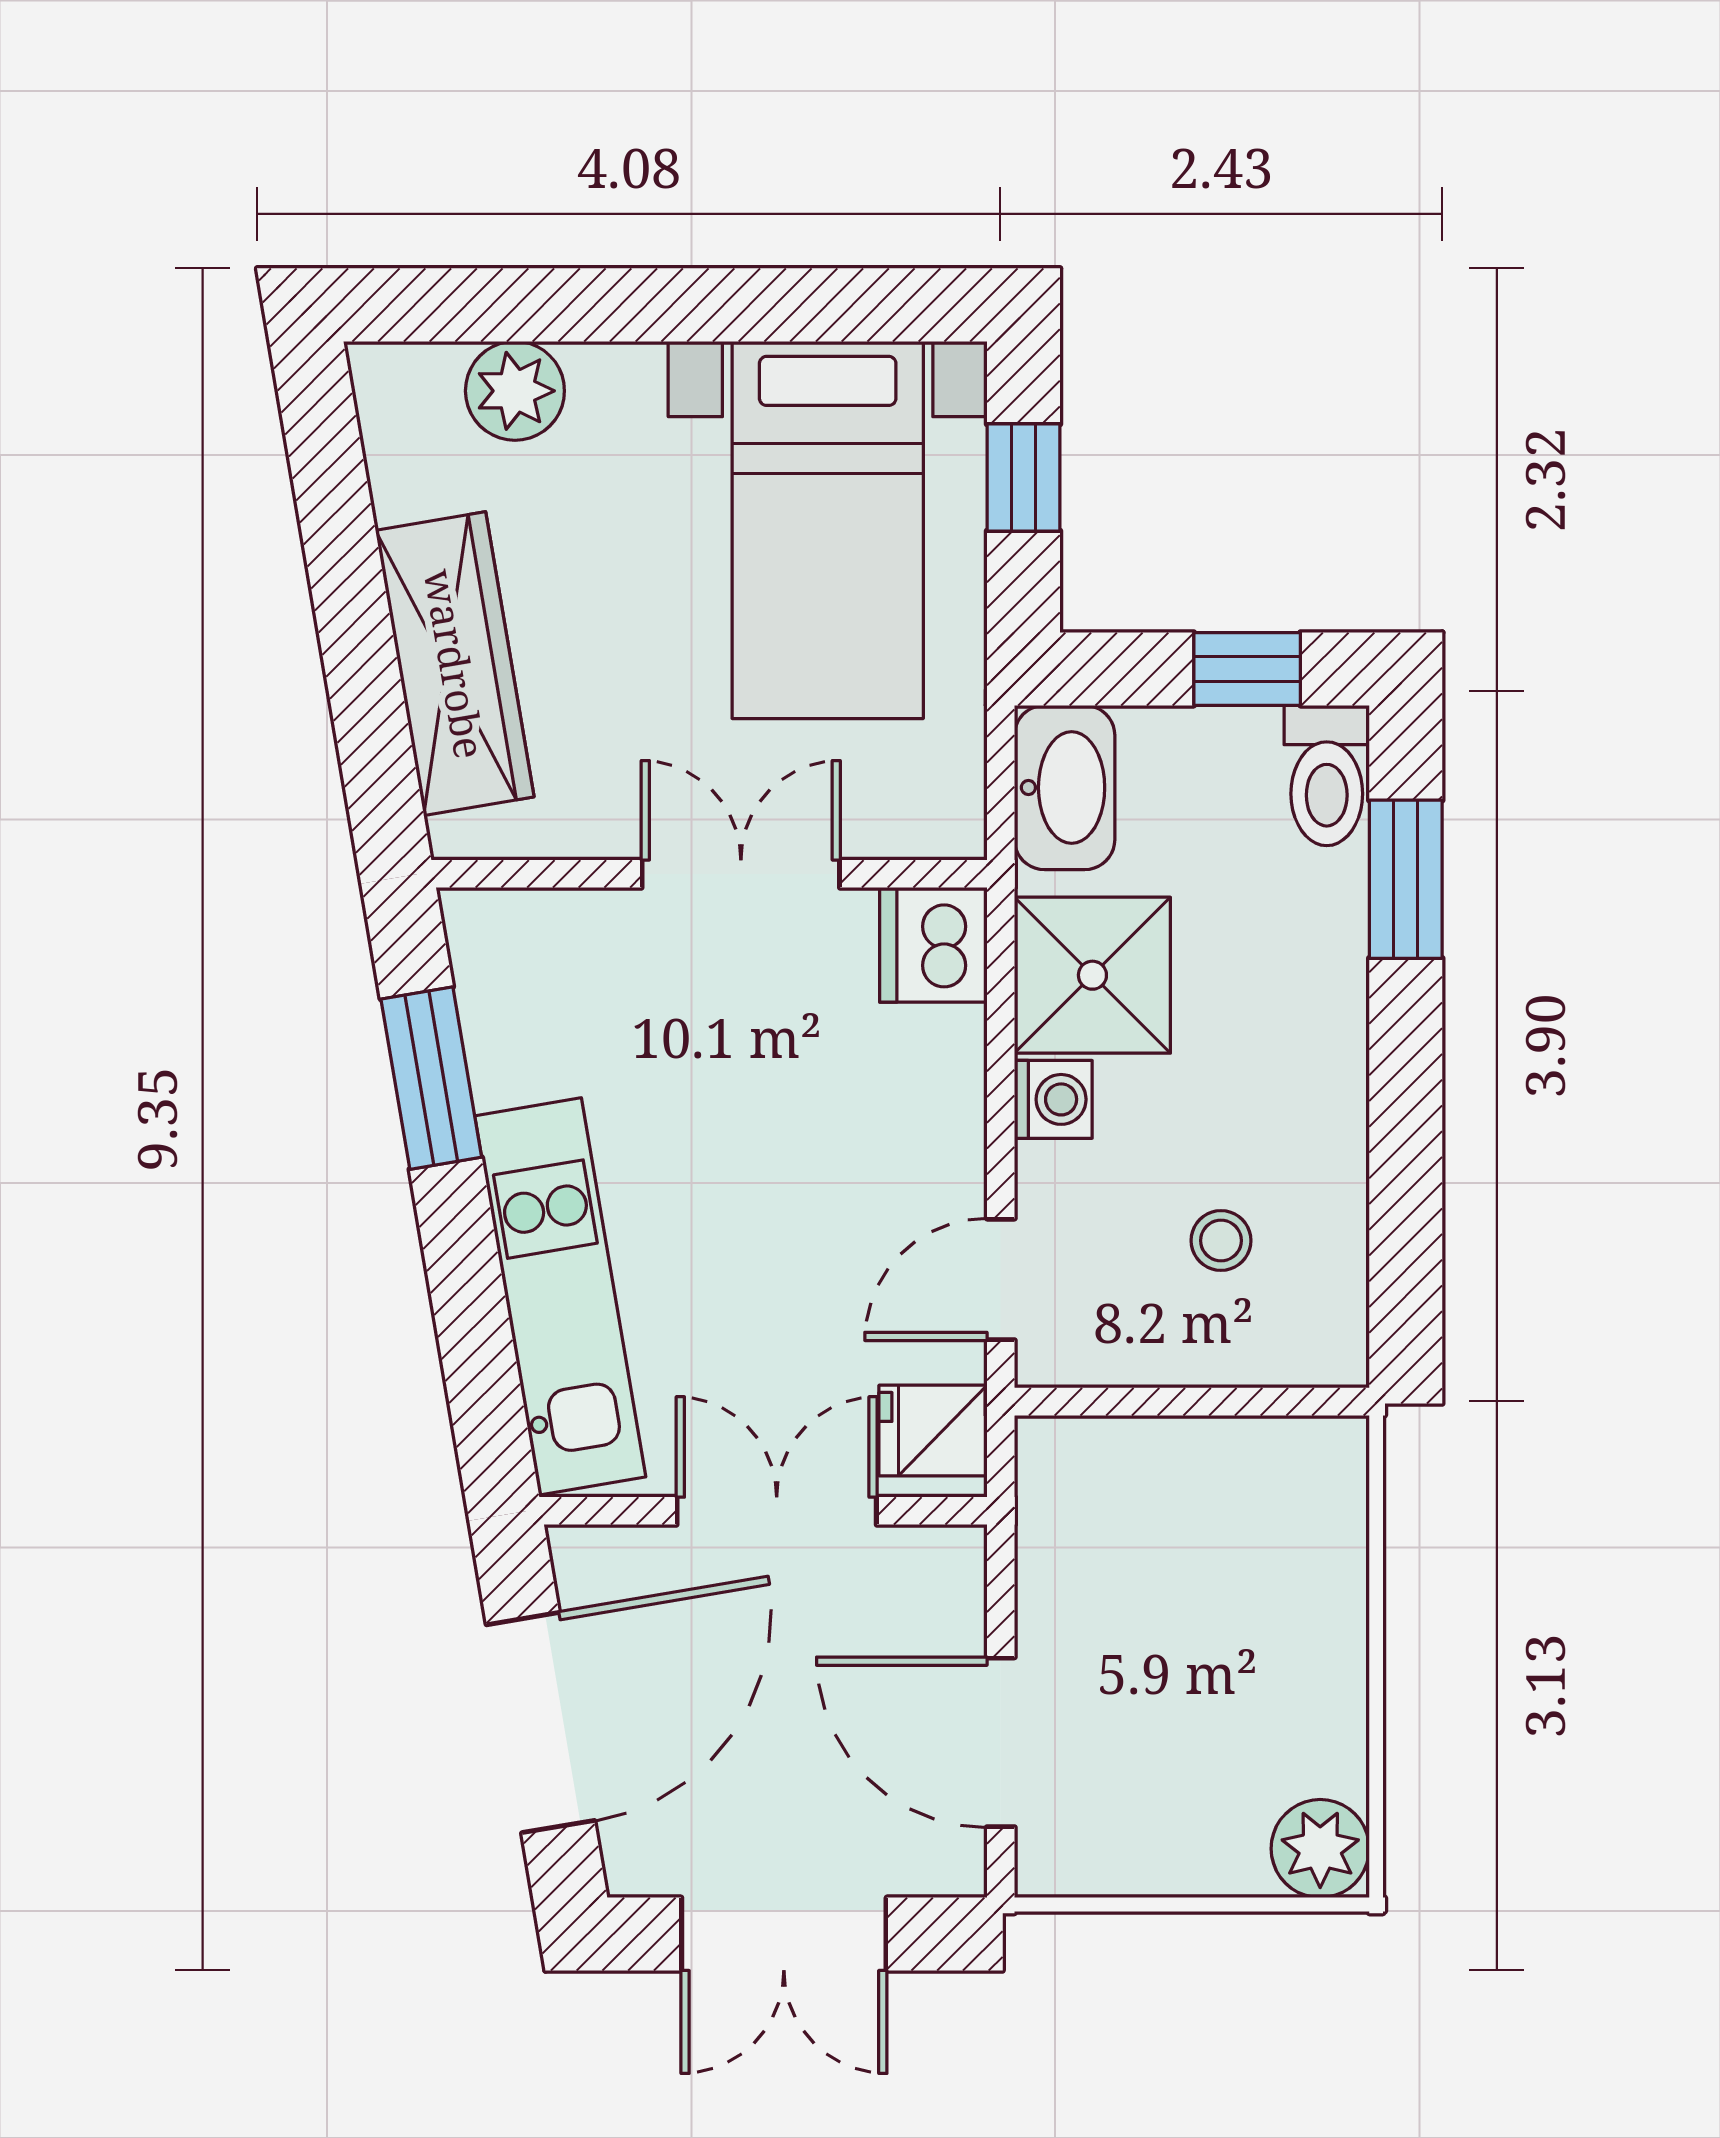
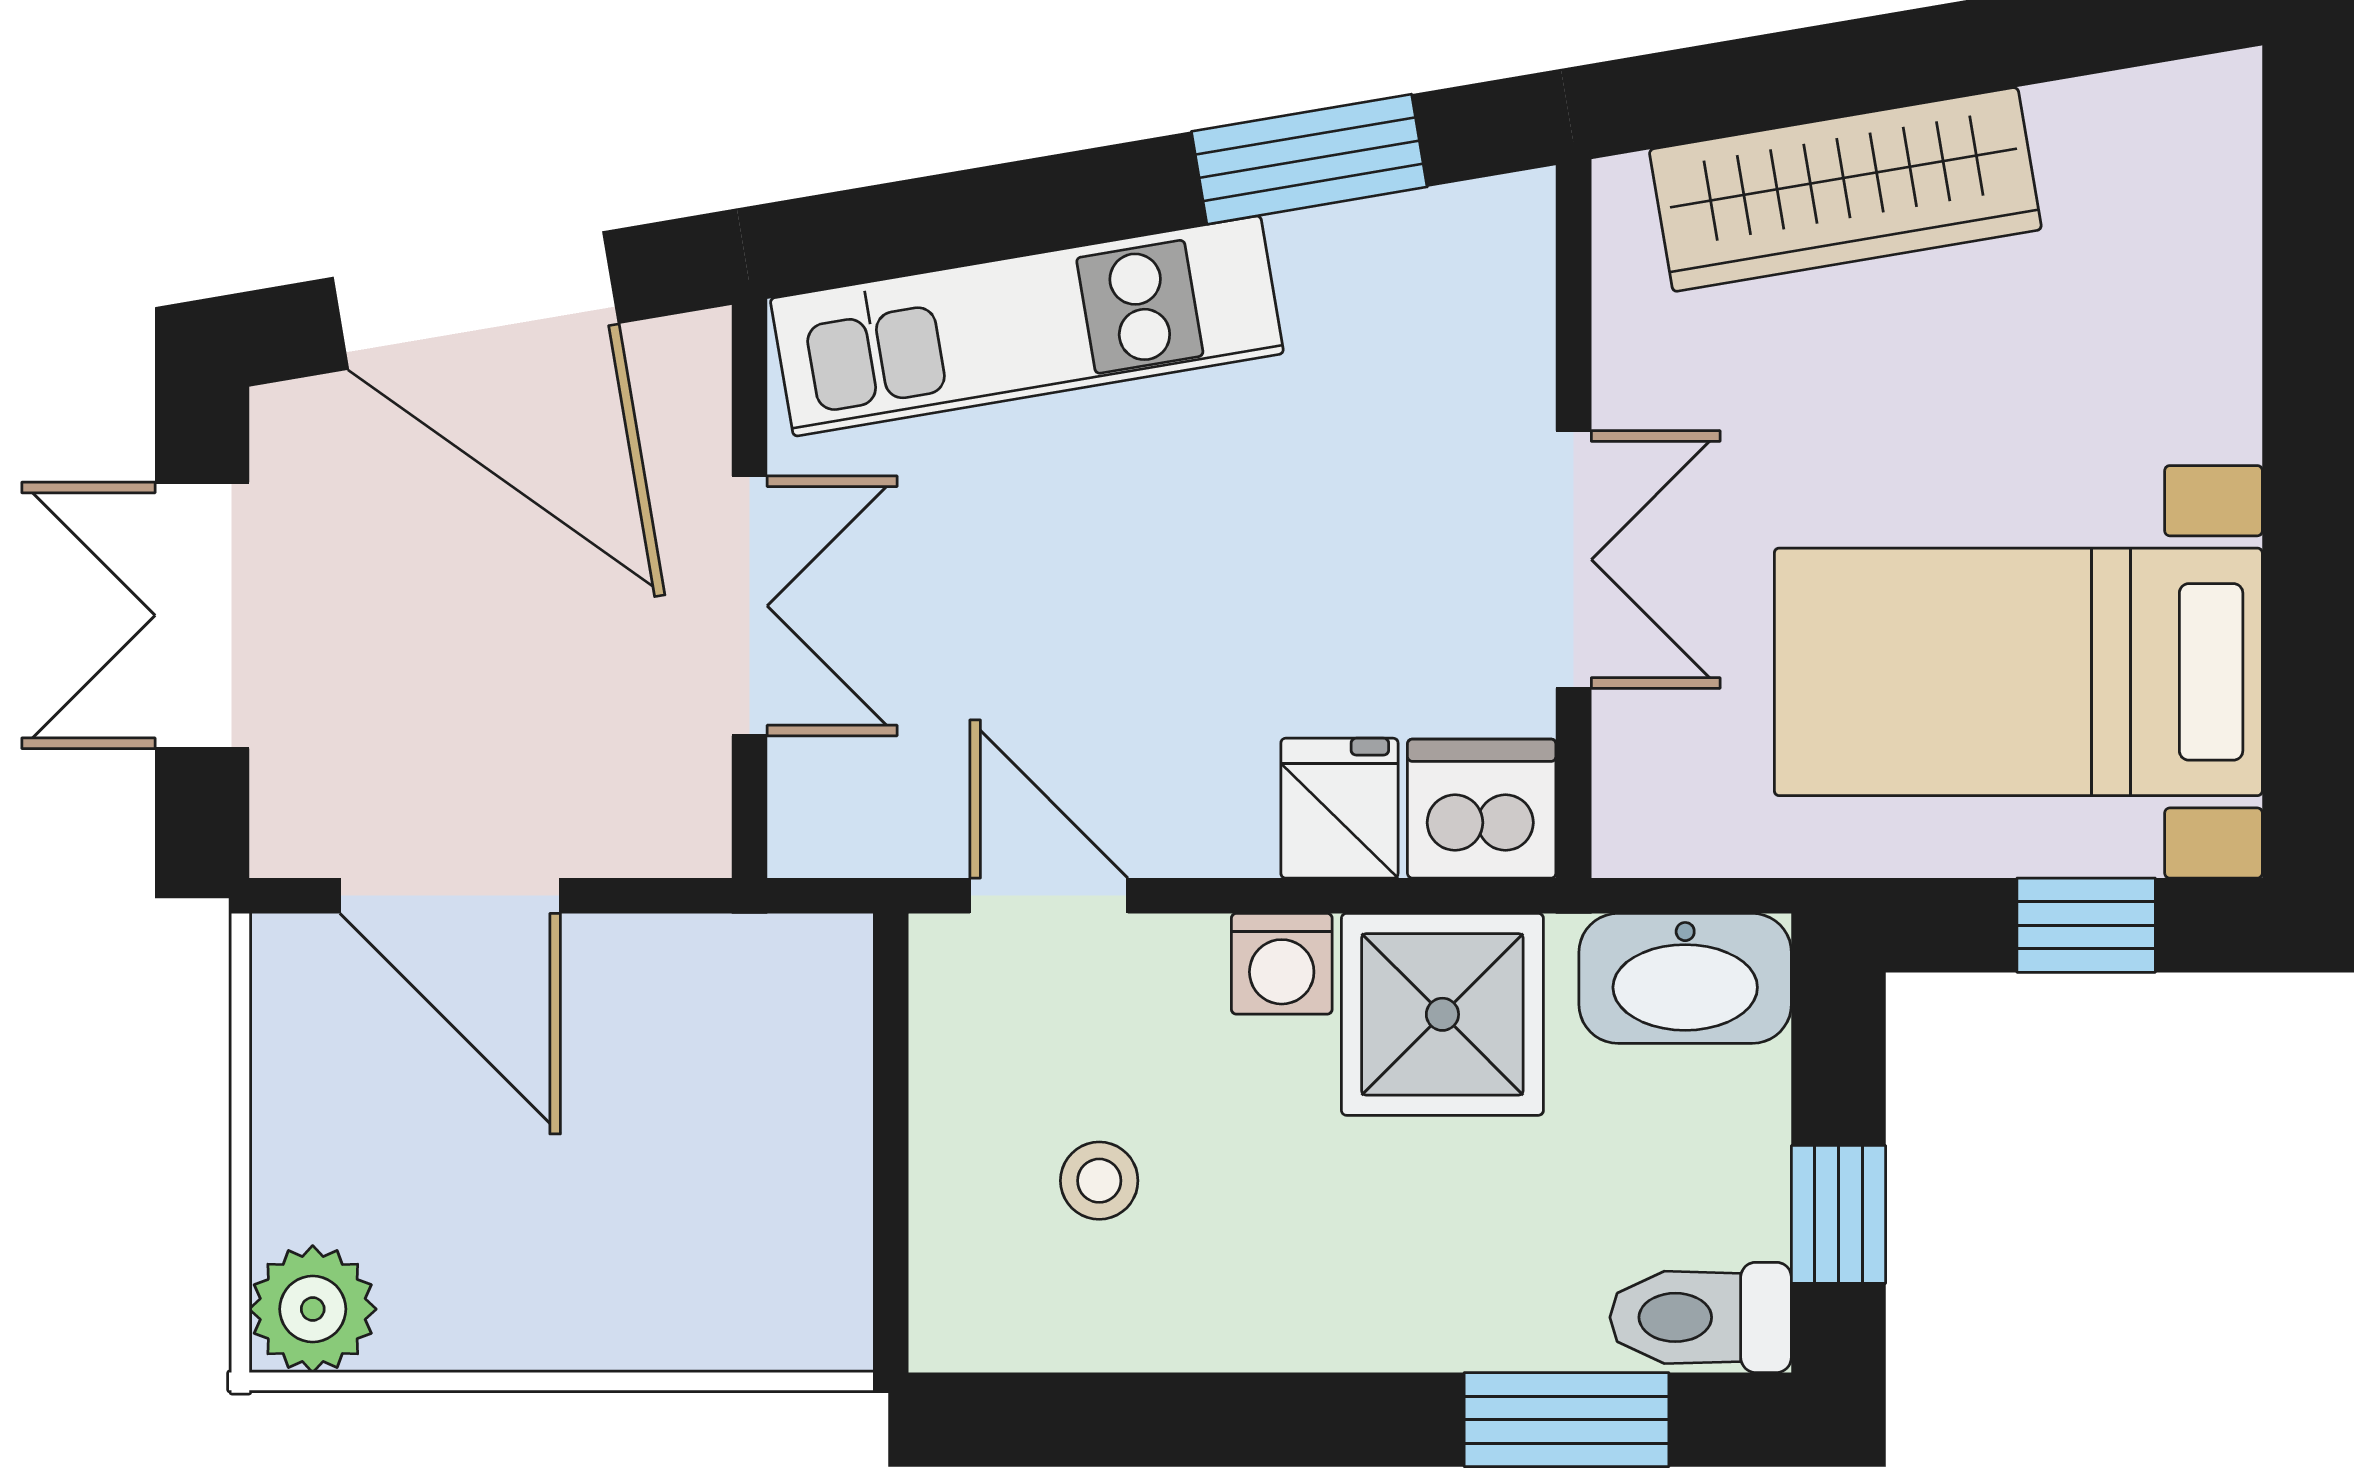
plant: (515, 391) -> (2198, 267), removed
fridge: (933, 1430) -> (1339, 808), moved
door: (1001, 1742) -> (450, 896), swing flipped

